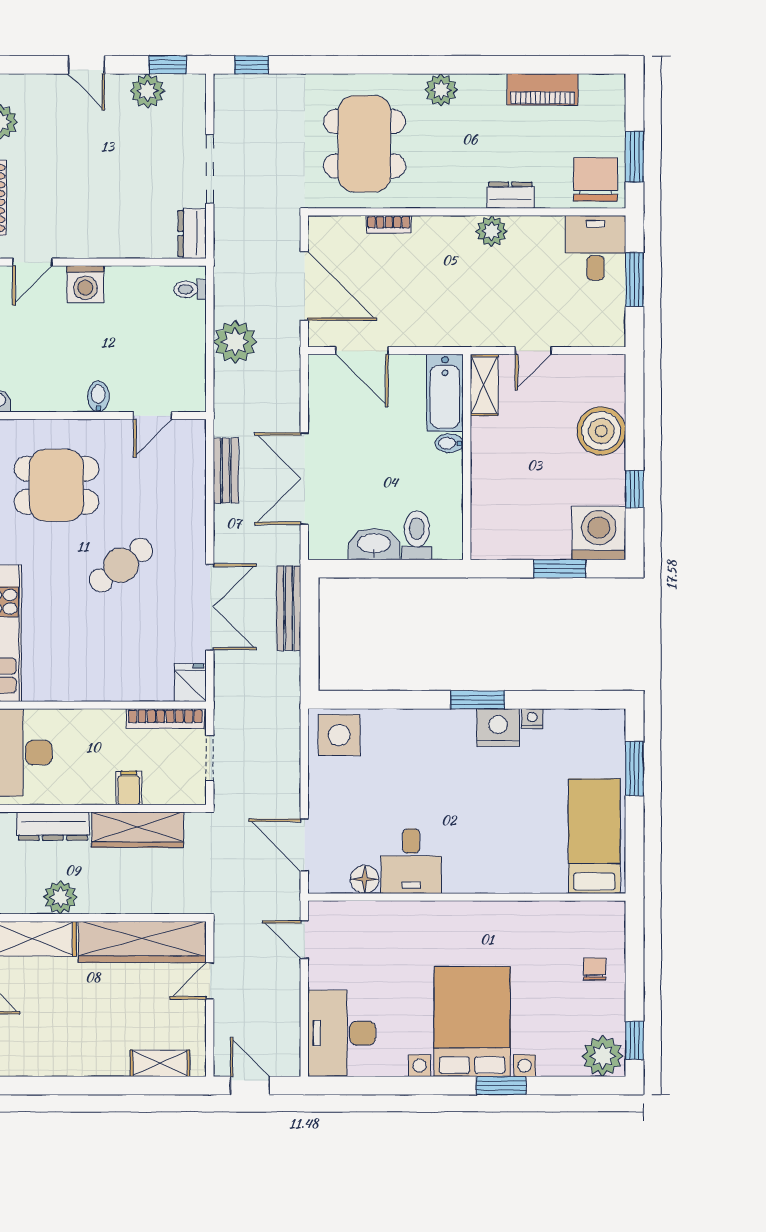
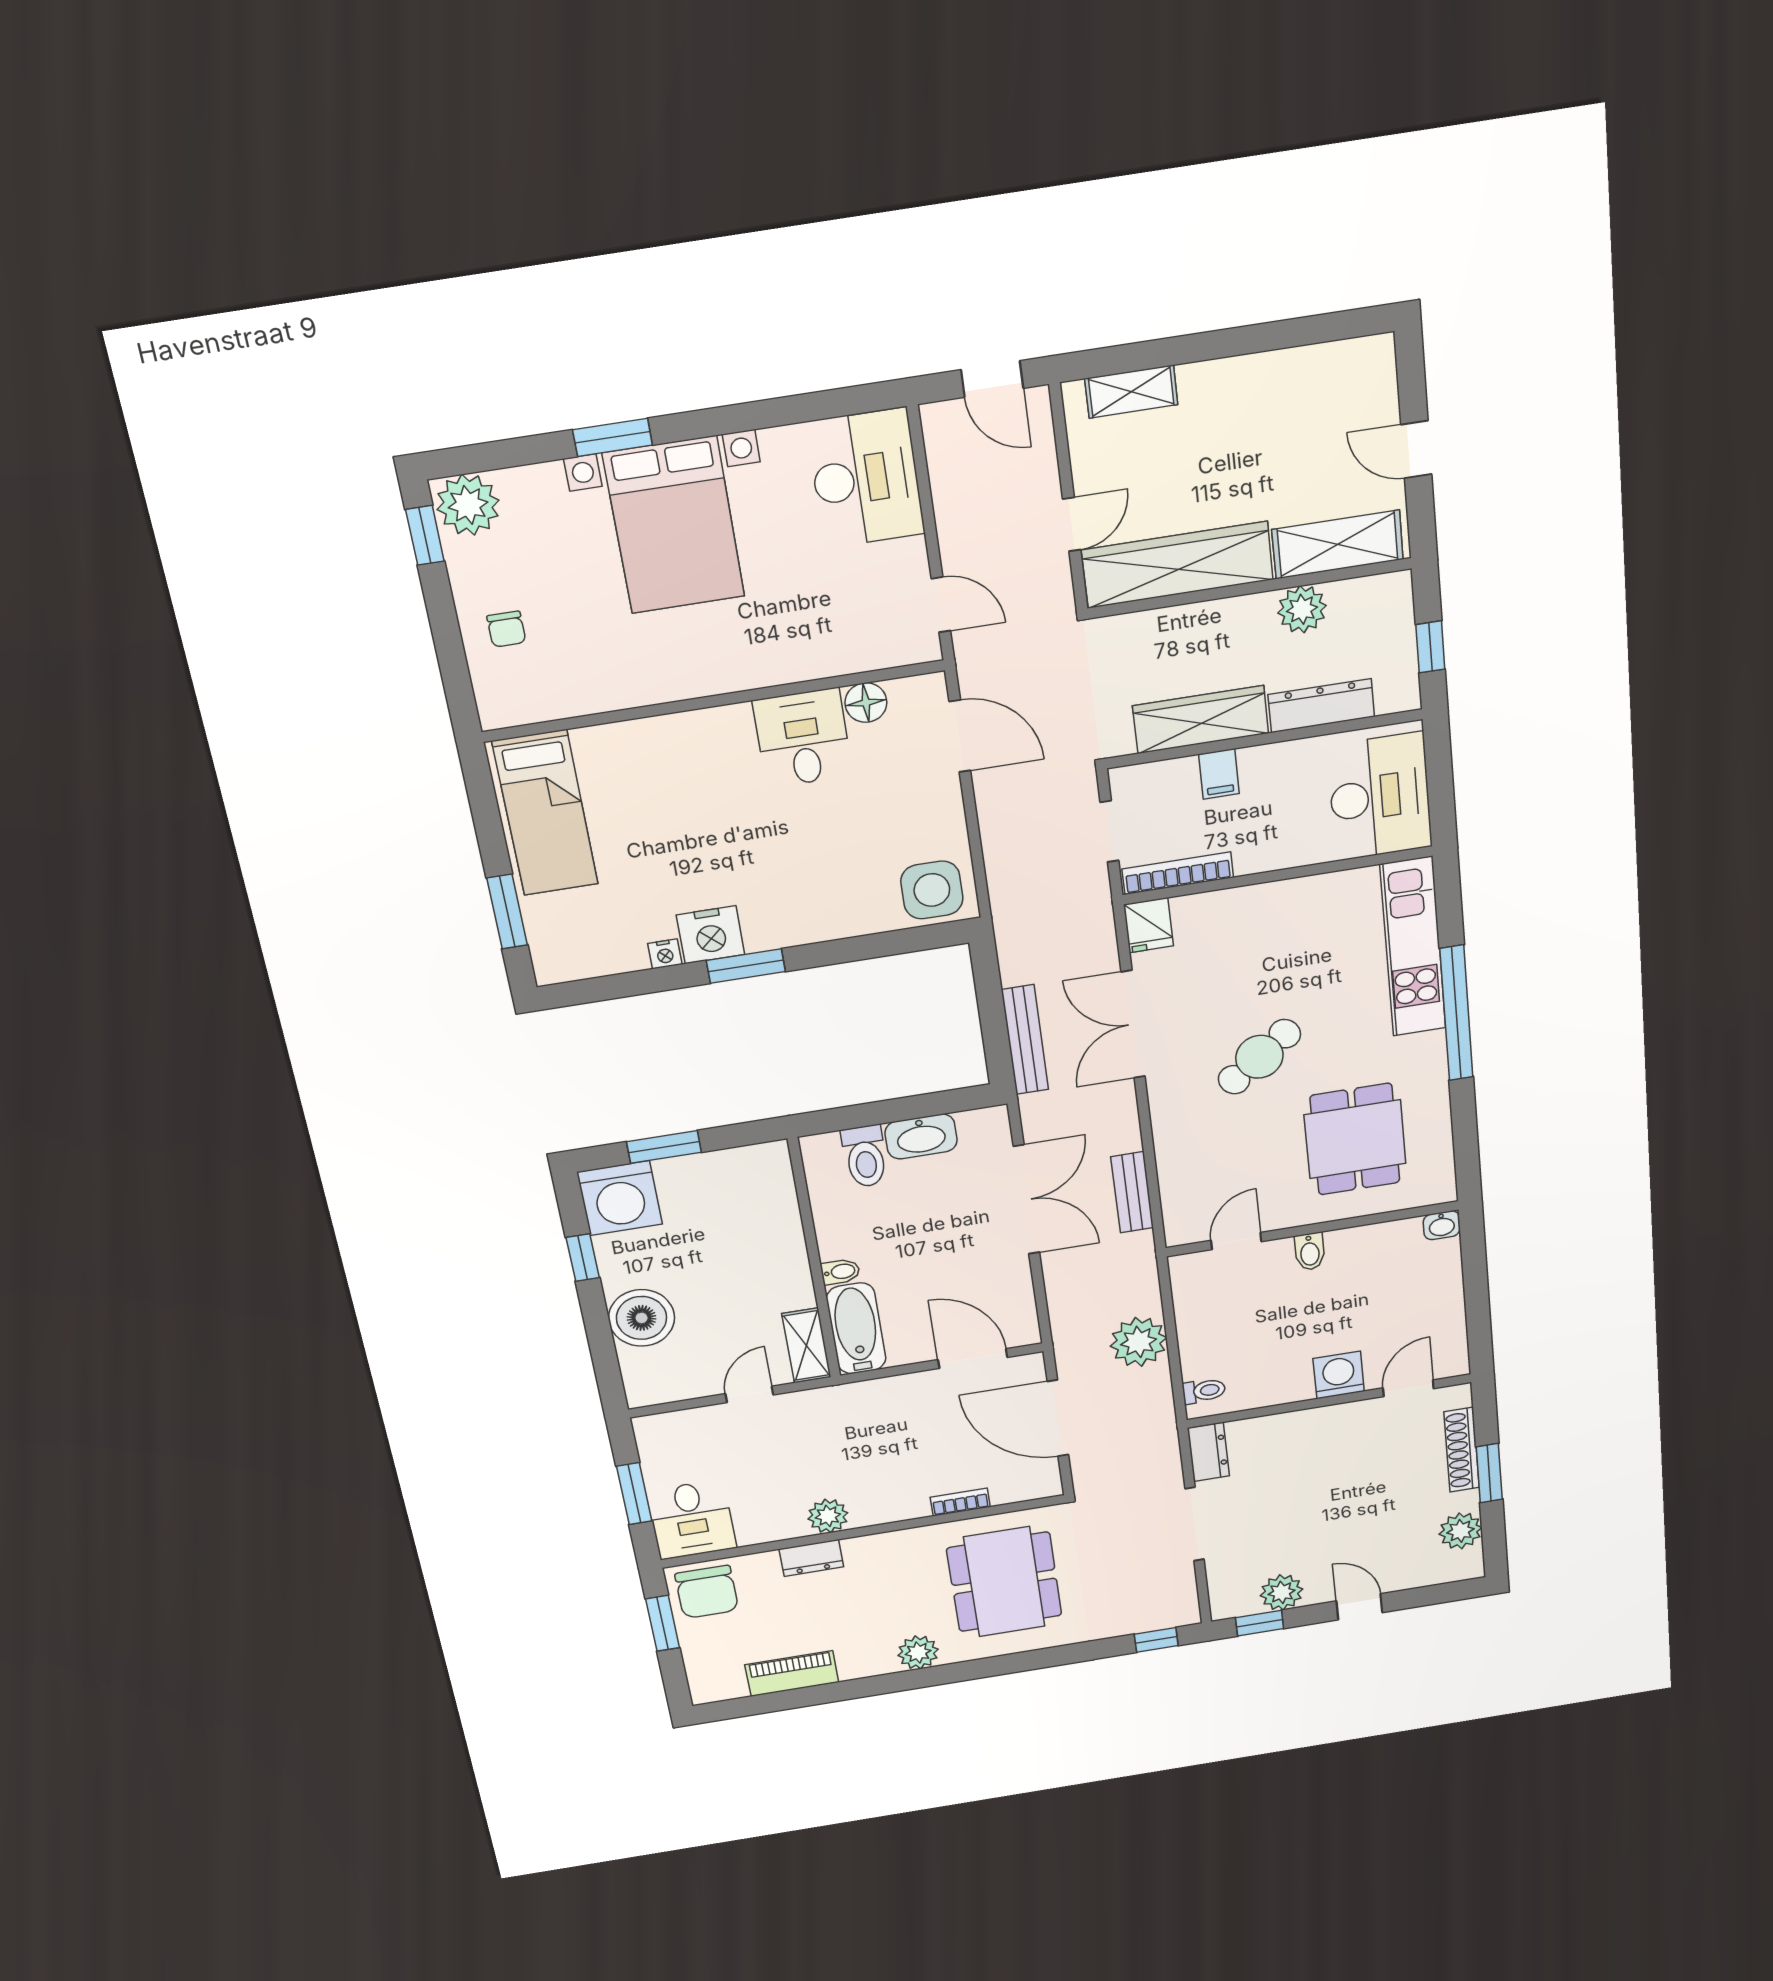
dining table: (56, 485) -> (1355, 1139), turned 90

